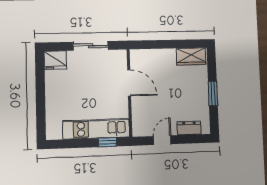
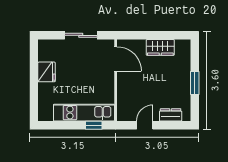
wardrobe: (191, 56) -> (160, 47), moved
fridge: (55, 60) -> (47, 72), moved, turned -90
door: (129, 83) -> (116, 59), moved

